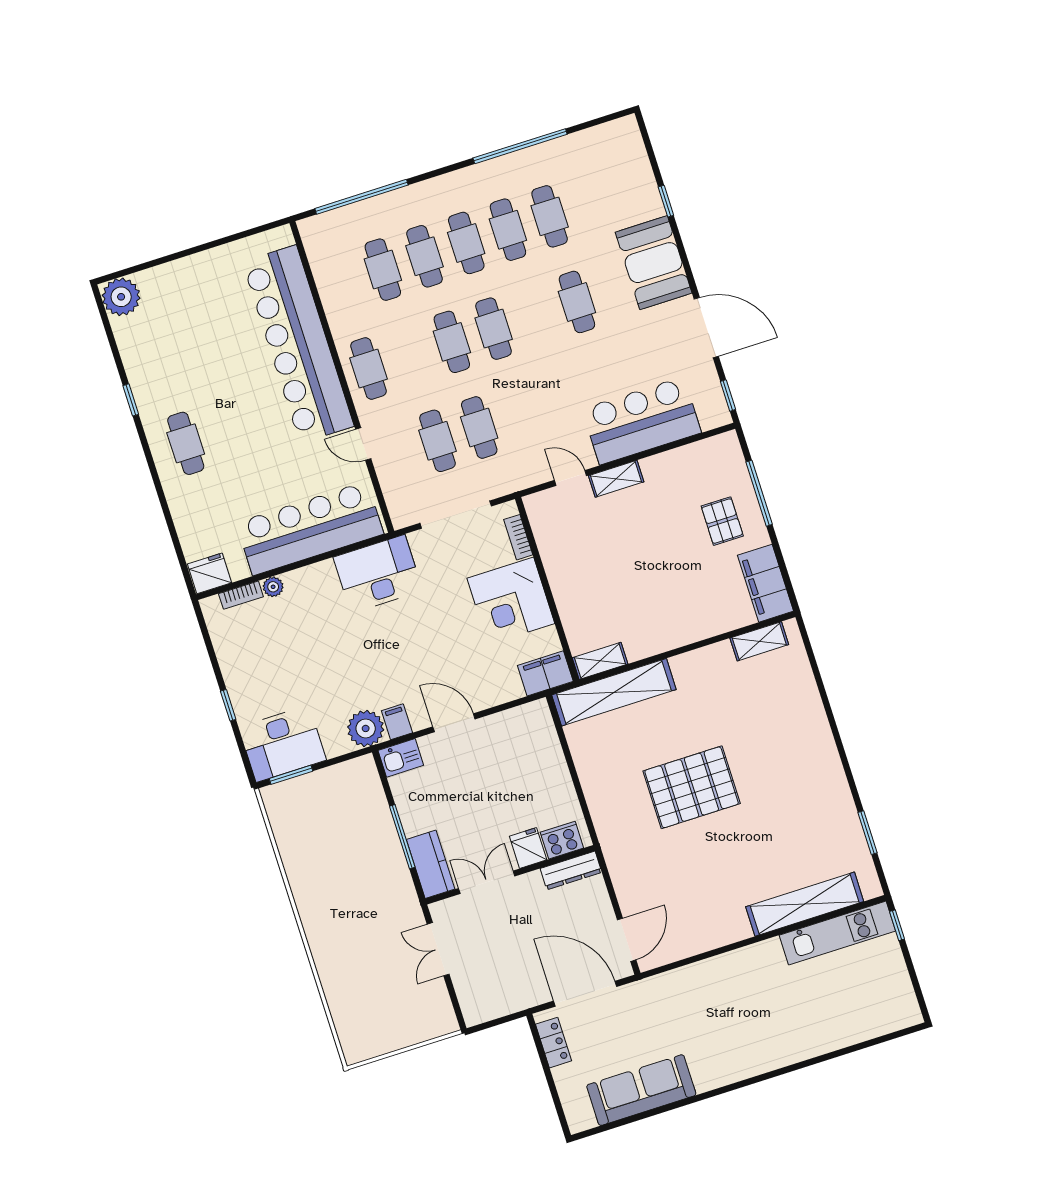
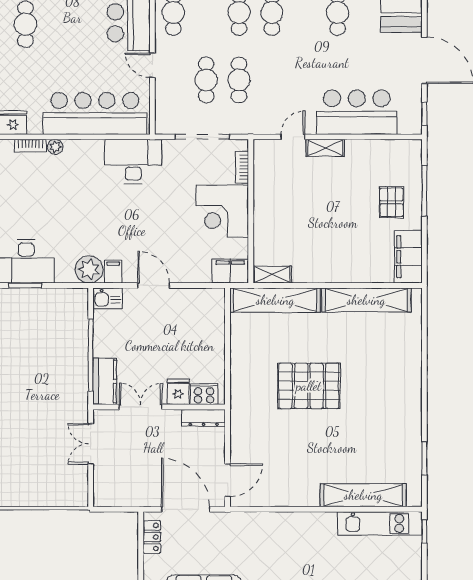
door: (570, 478) -> (293, 137), hinge flipped
shelving: (759, 641) -> (366, 300), width x2.20, depth x1.33
window: (402, 837) -> (91, 355), width x1.46

